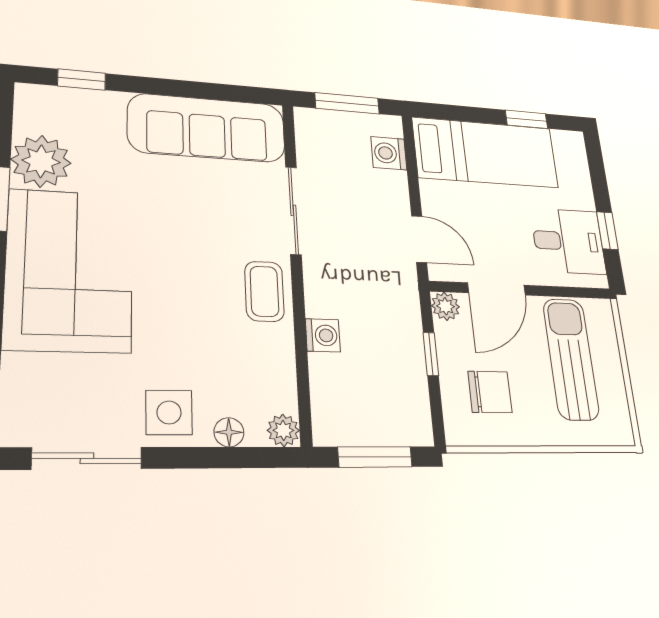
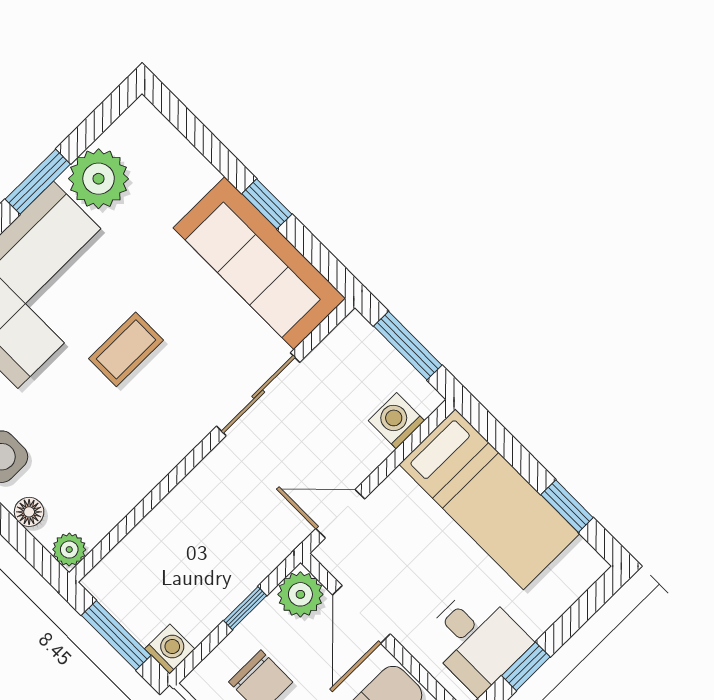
window: (82, 80) -> (267, 204), moved
door: (419, 239) -> (340, 514), swing flipped
door: (497, 289) -> (361, 614), hinge flipped
coffee table: (264, 291) -> (126, 349), moved
plant: (446, 306) -> (300, 594), width x1.38, depth x1.38
washing machine: (323, 335) -> (170, 649), moved, turned -90

